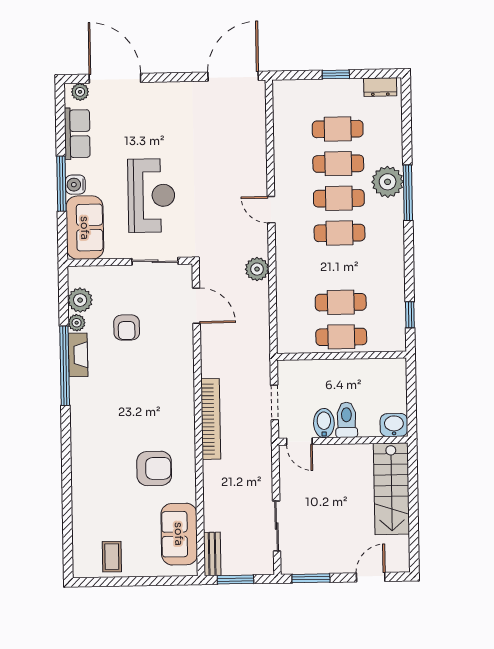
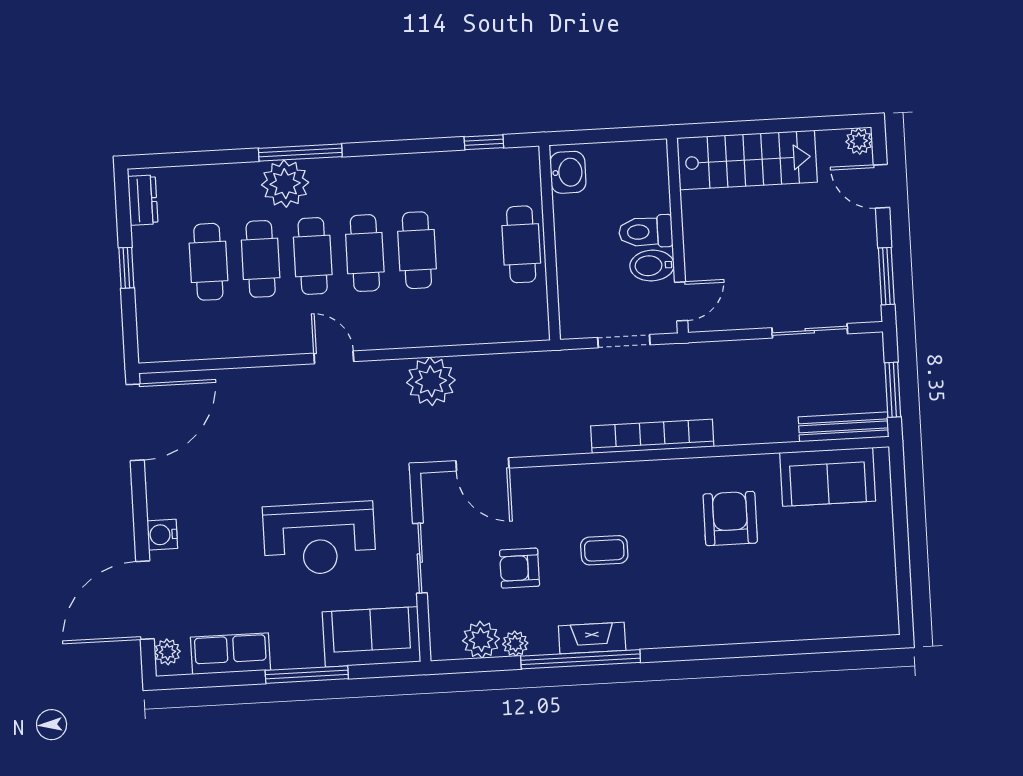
door: (233, 76) -> (135, 422), swing flipped
water cooler: (75, 185) -> (162, 535), moved, turned 90
reception desk: (151, 195) -> (319, 539), turned 180
door: (271, 210) -> (334, 357), swing flipped
sliding door: (155, 261) -> (420, 558), moved
plant: (257, 269) -> (431, 381), width x1.36, depth x1.36
cafe table: (341, 302) -> (417, 250), moved
door: (196, 306) -> (483, 464), swing flipped
armchair: (127, 328) -> (520, 568), turned 180
fireplace: (78, 355) -> (592, 638), moved
washbasin: (394, 425) -> (568, 172), moved, turned 180
bench: (212, 554) -> (844, 427), width x1.36
coffee table: (112, 557) -> (604, 550), moved
plant: (401, 564) -> (859, 141), added

